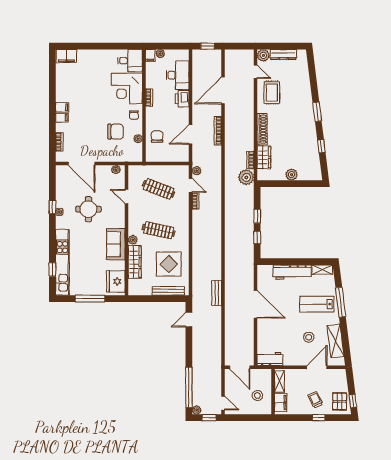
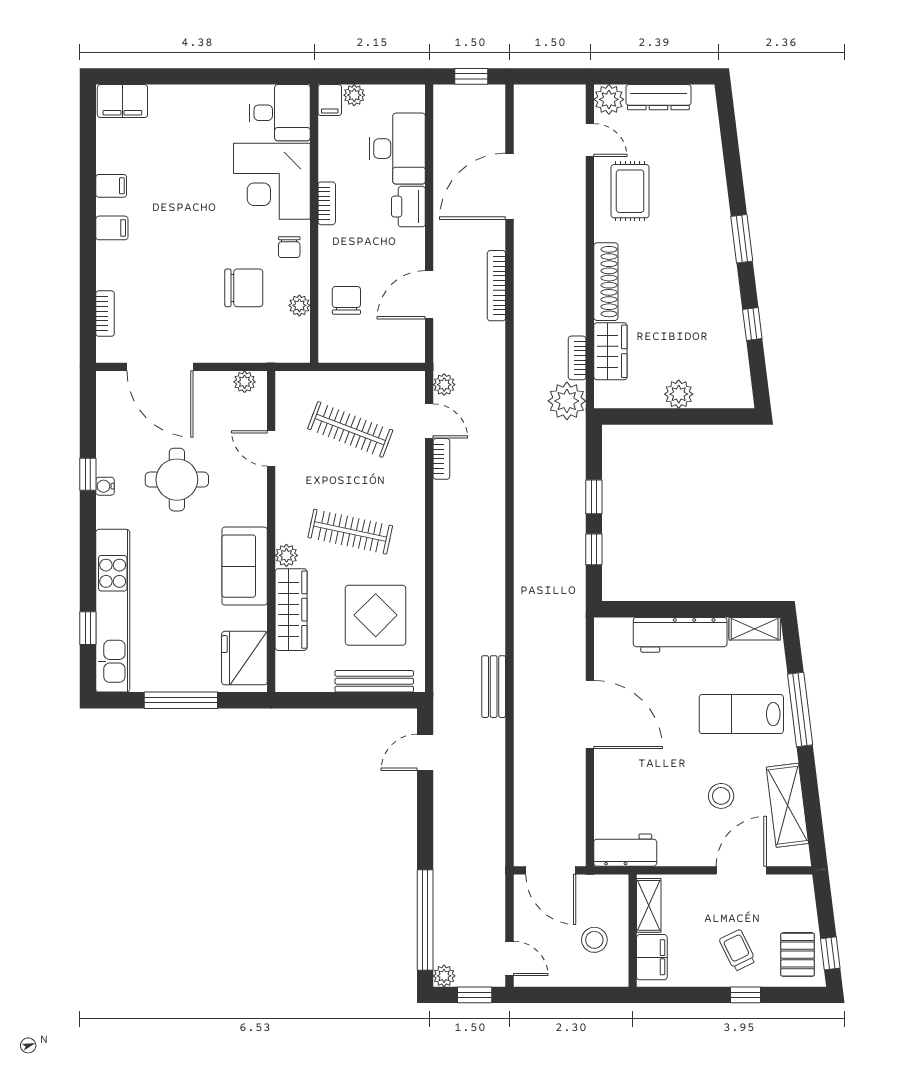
filing cabinet: (62, 118) -> (111, 186), moved

